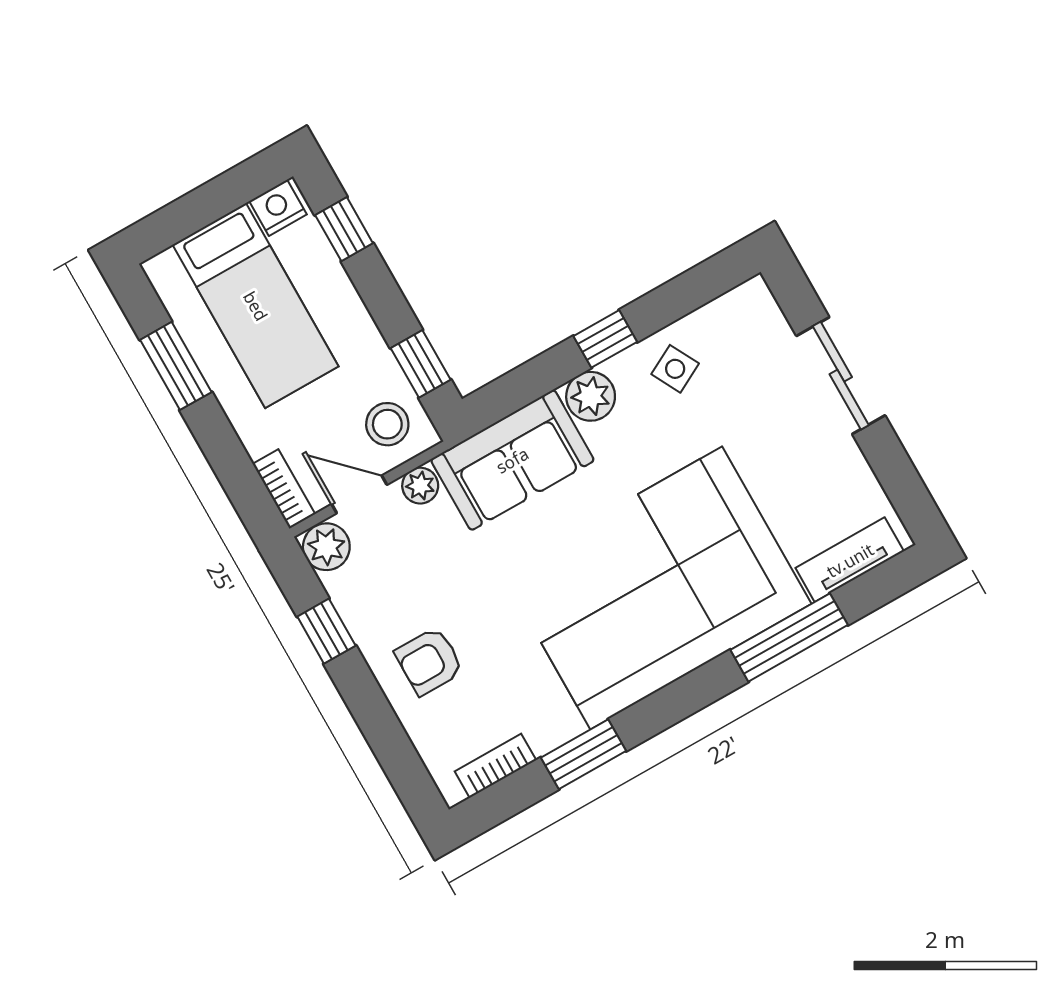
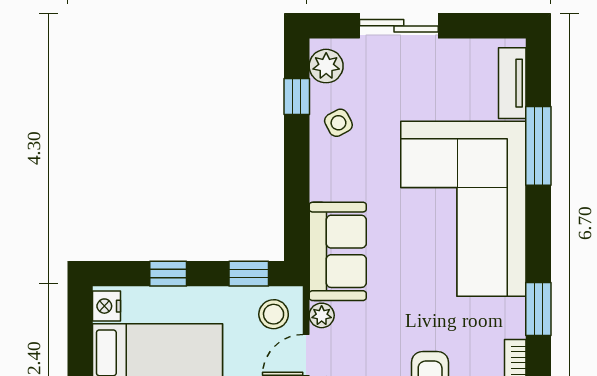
window: (344, 229) -> (168, 274), moved
window: (605, 339) -> (297, 96), moved
plant: (591, 396) -> (326, 66), moved

